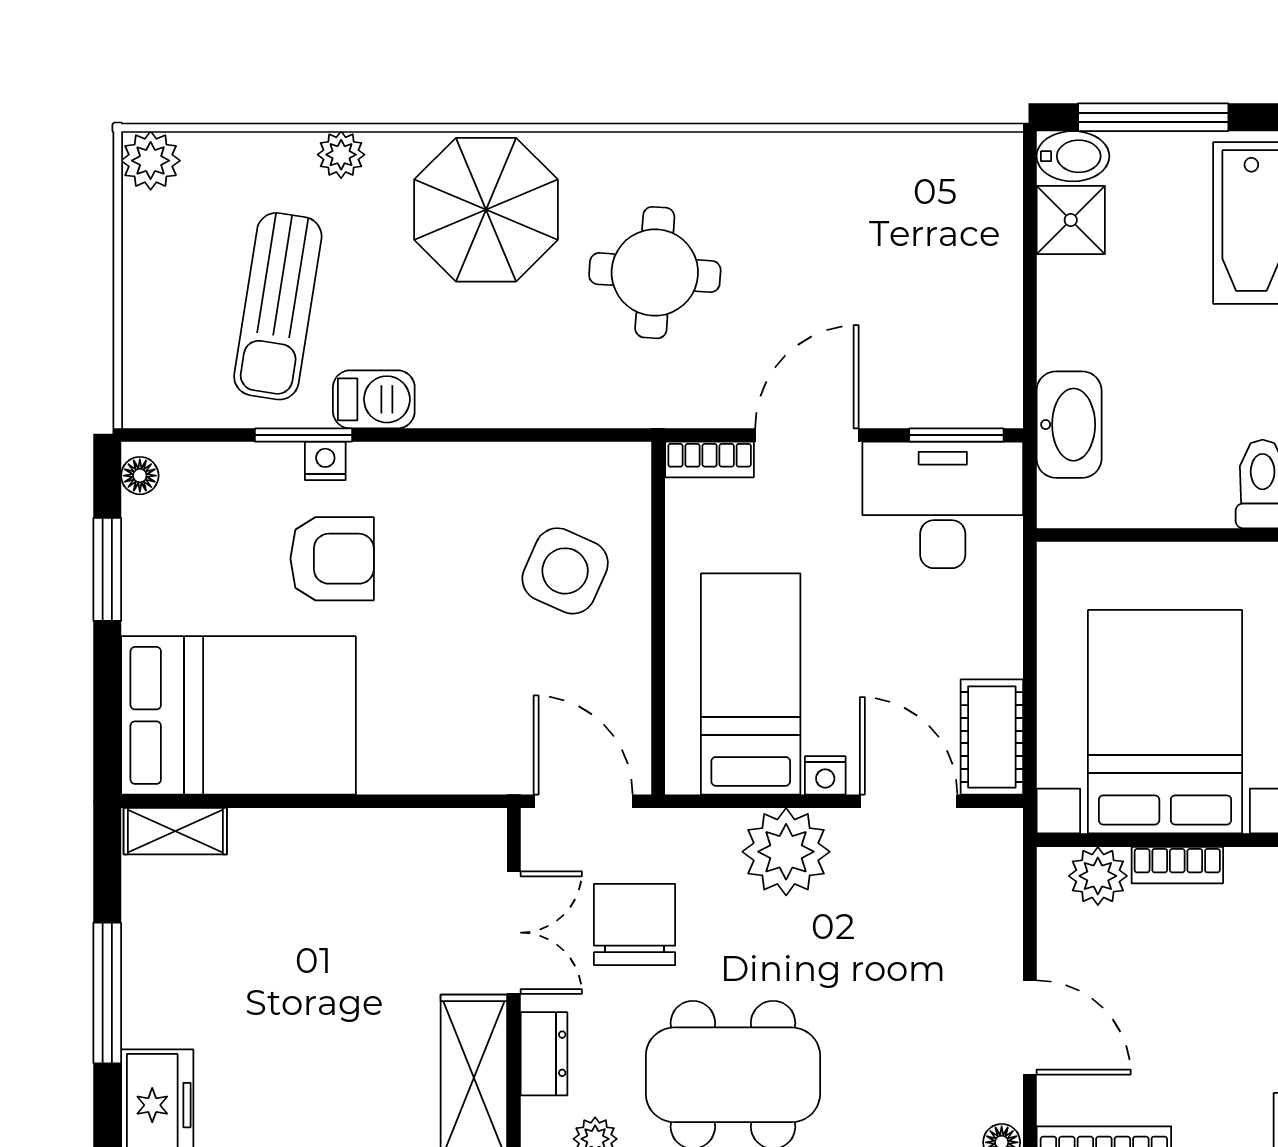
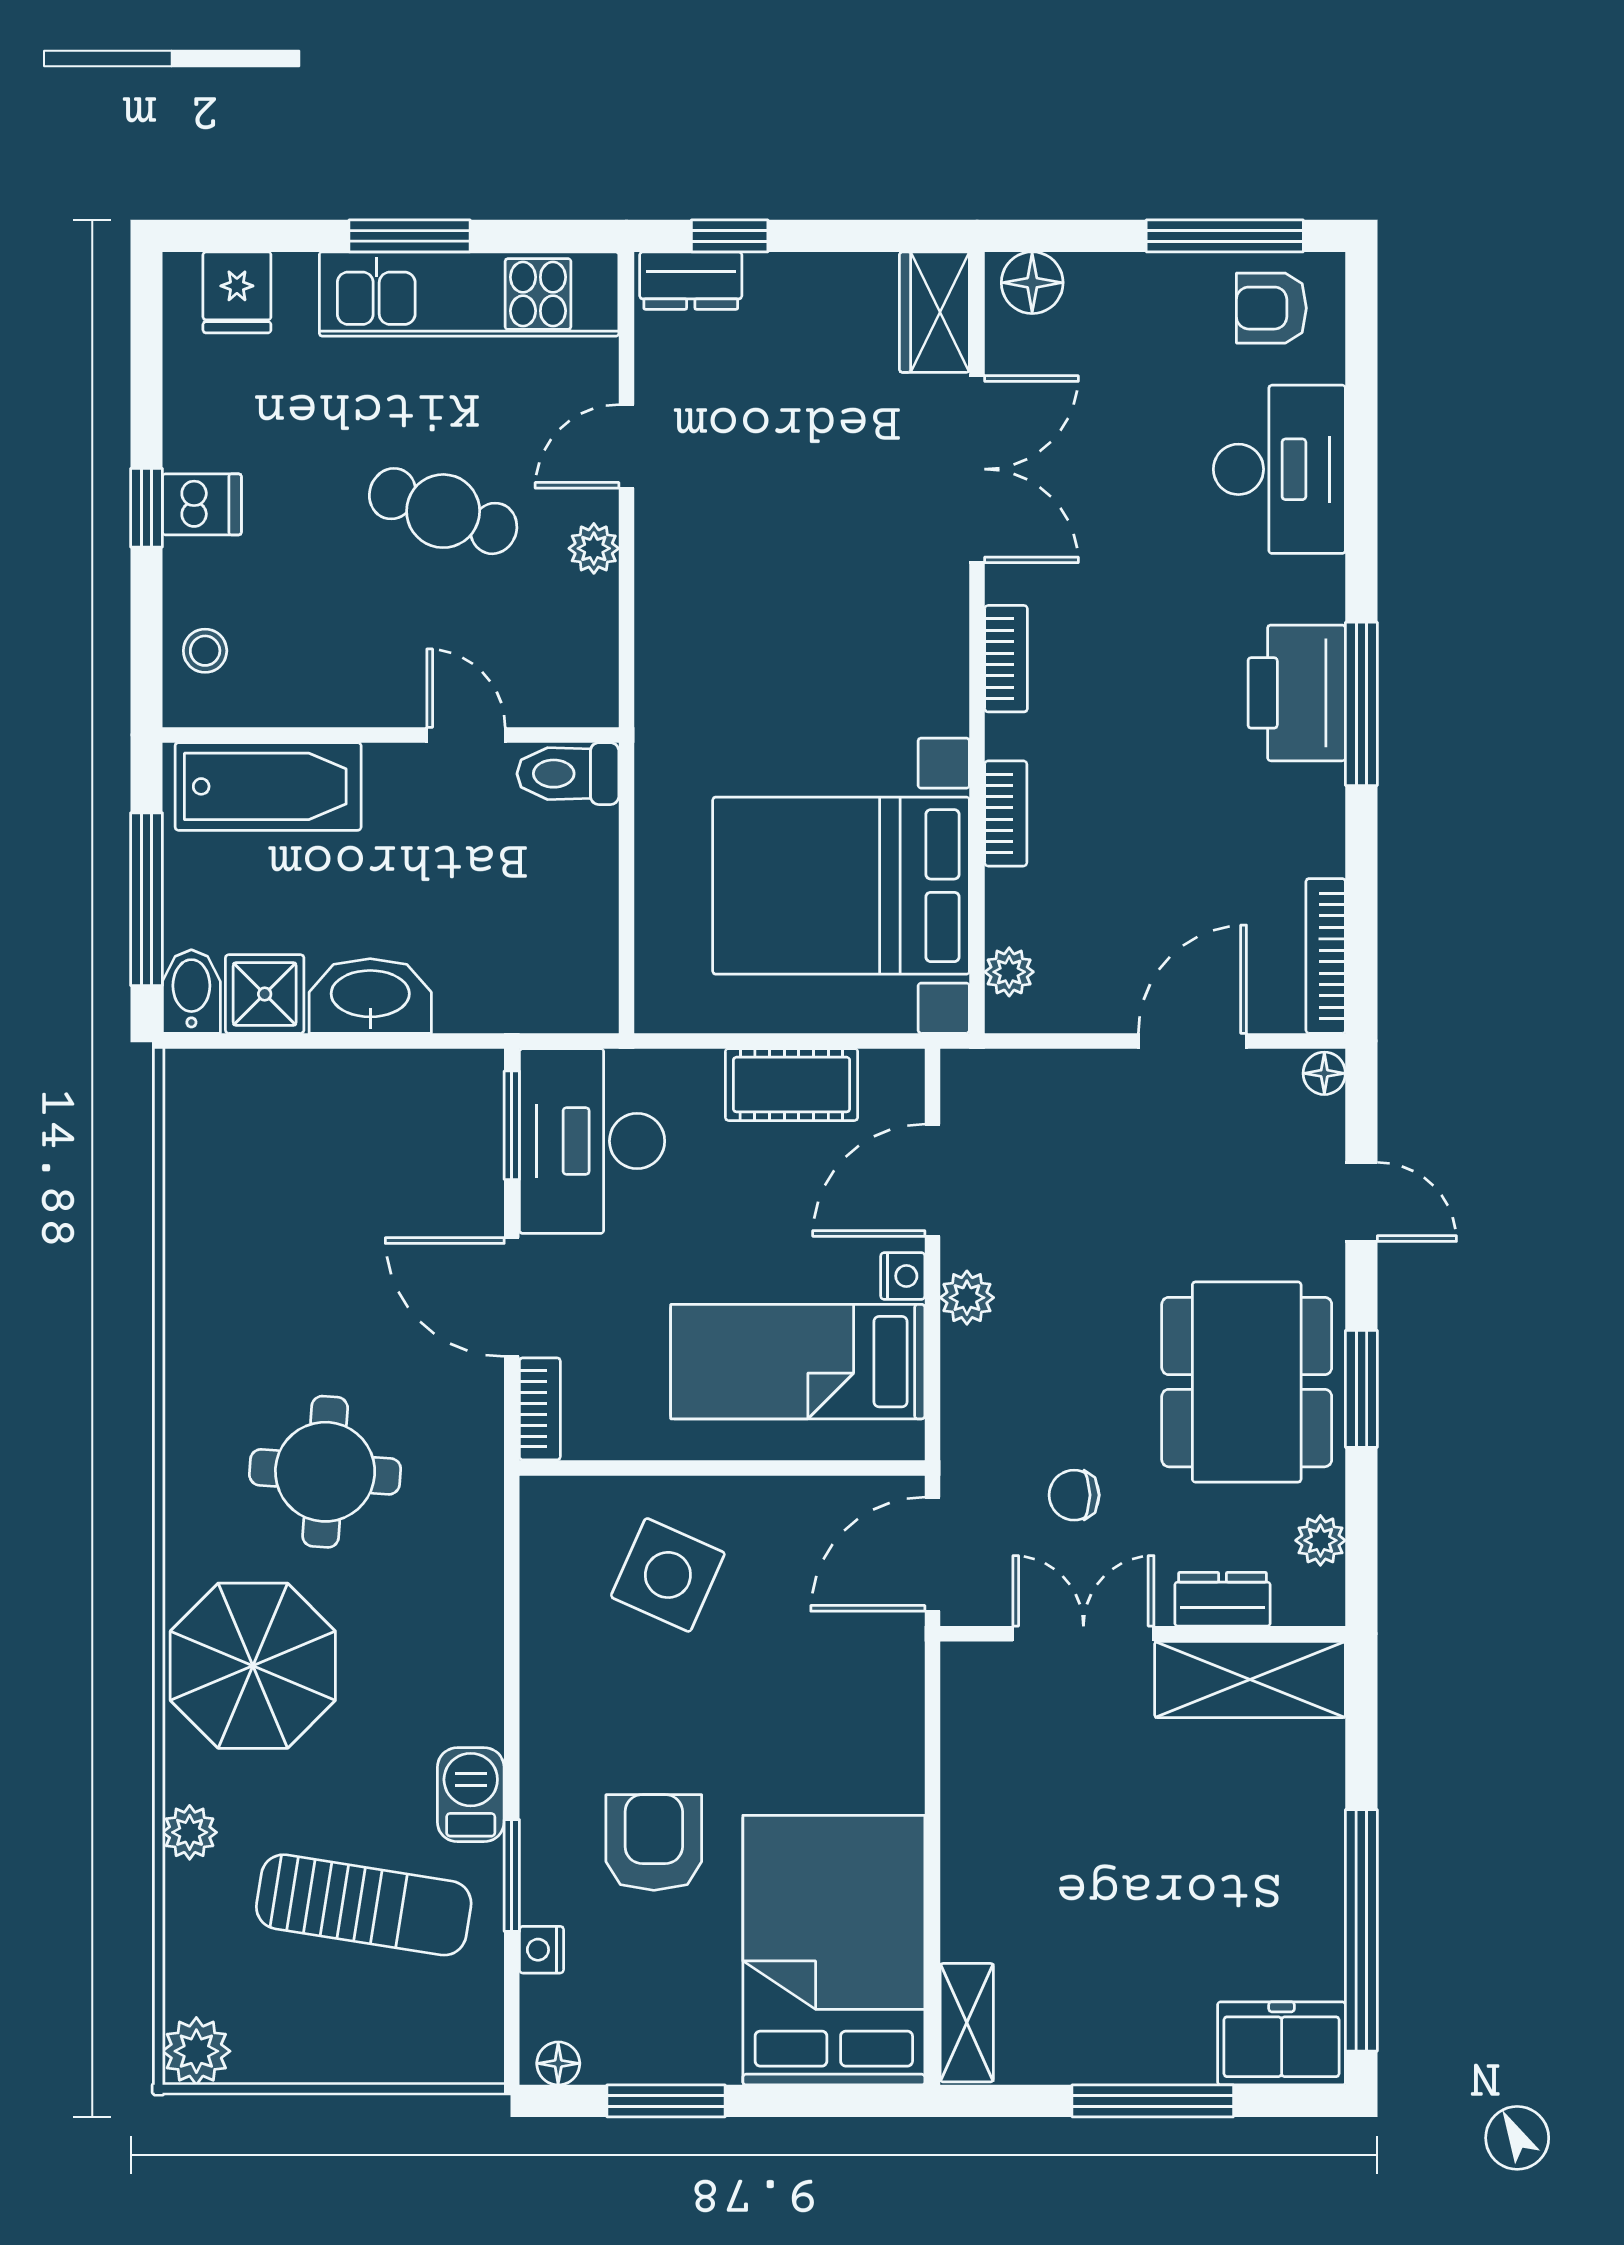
washbasin: (1069, 425) -> (370, 996), moved
nightstand: (325, 461) -> (541, 1950), moved
cot: (992, 737) -> (792, 1085), moved
plant: (786, 852) -> (967, 1298), width x0.53, depth x0.53
bookcase: (1177, 865) -> (1006, 813), moved
plant: (1098, 876) -> (1009, 972), width x0.73, depth x0.73
chair: (635, 925) -> (1074, 1495), width x0.54, depth x0.54

